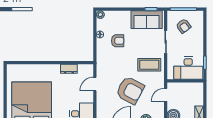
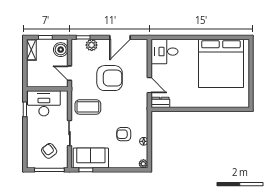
dresser: (69, 69) -> (160, 102), moved
door: (95, 84) -> (149, 85), hinge flipped
armchair: (130, 90) -> (110, 78), turned 152
door: (166, 95) -> (69, 73), swing flipped

